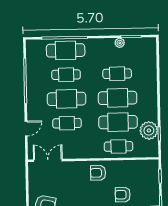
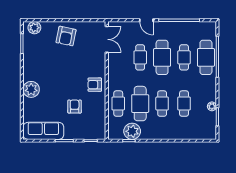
cafe table: (118, 98) -> (162, 104), width x0.73, depth x0.74
door: (26, 129) -> (146, 20), moved
armchair: (98, 173) -> (95, 85), turned -90

